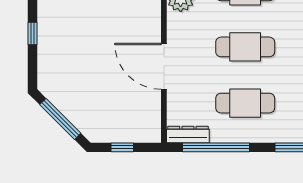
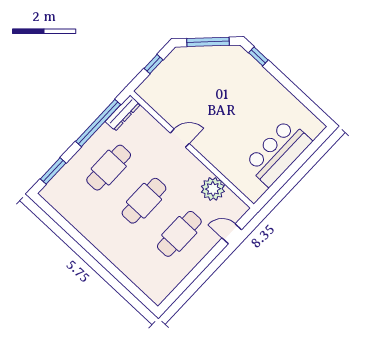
window: (33, 33) -> (258, 56), moved
door: (164, 66) -> (180, 138), width x0.53

